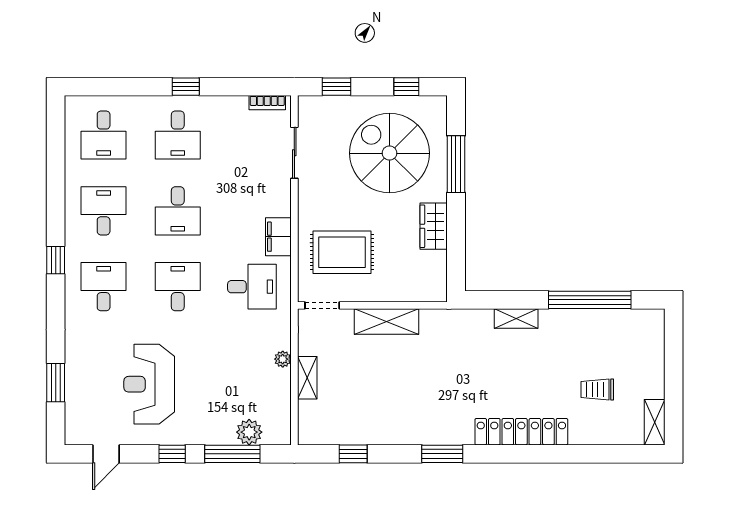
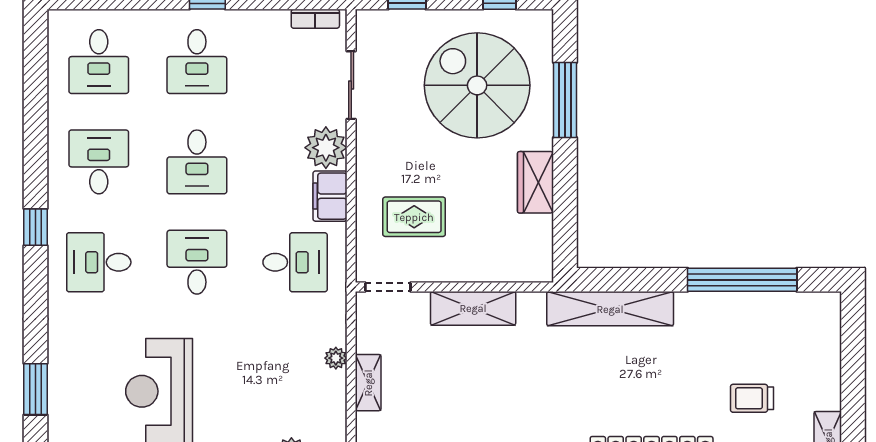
plant: (275, 200) -> (326, 148), added
rug: (342, 252) -> (414, 217), width x0.73, depth x0.70
desk: (104, 287) -> (99, 262), turned -90
shelving: (516, 319) -> (610, 309), width x2.20, depth x1.33

